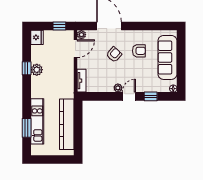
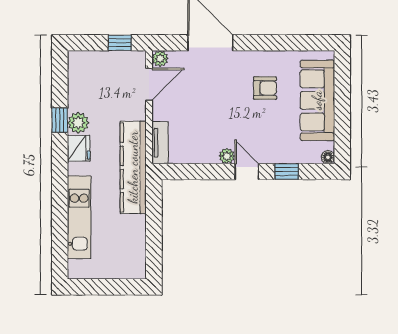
fridge: (37, 37) -> (79, 148), moved
armchair: (114, 54) -> (220, 95), removed
door: (129, 96) -> (247, 172), hinge flipped
kitchen counter: (67, 124) -> (133, 167), moved
window: (27, 128) -> (60, 229), removed

